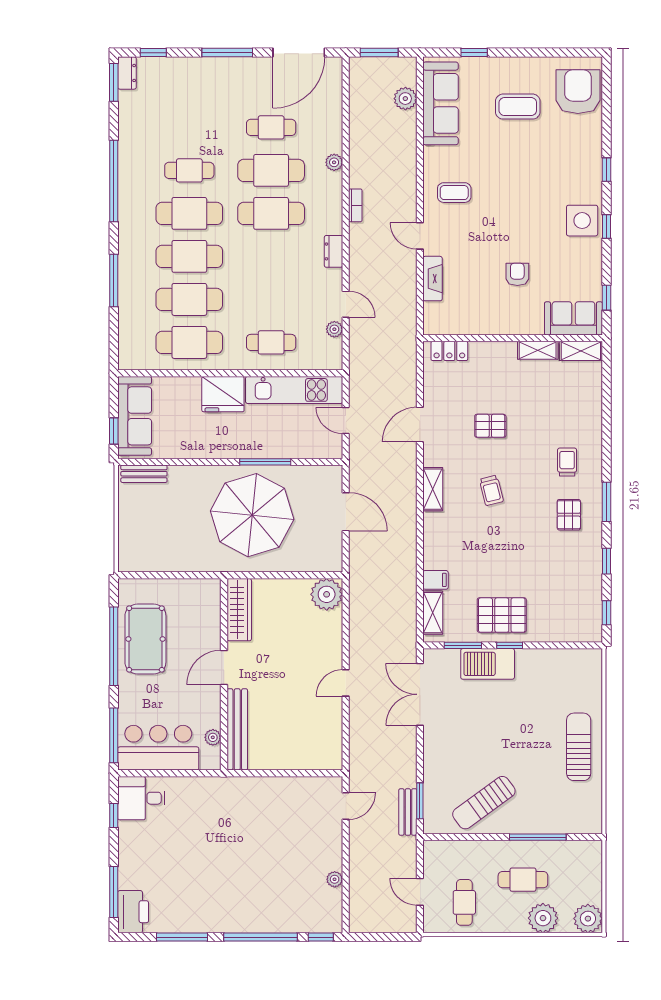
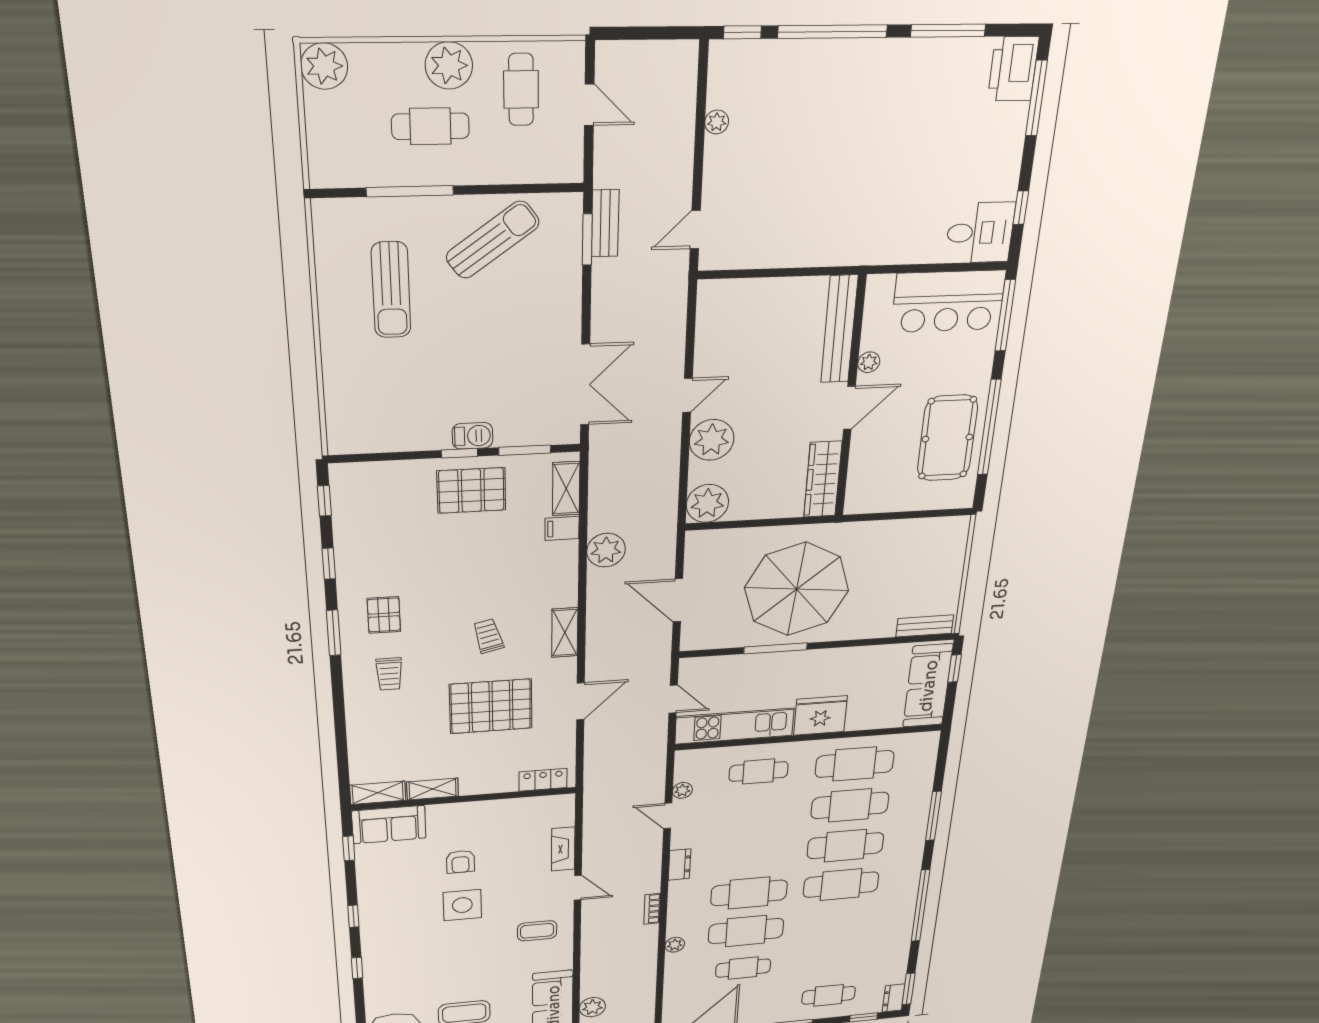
cafe table: (189, 170) -> (829, 995), moved
side table: (582, 221) -> (462, 905), moved
pallet: (490, 426) -> (491, 706), width x2.05, depth x2.00
plant: (402, 559) -> (606, 550), added
plant: (326, 647) -> (712, 440), added
barbecue: (488, 664) -> (472, 436), width x0.53, depth x0.65
plant: (213, 737) -> (869, 362), moved
sun lounger: (579, 747) -> (391, 290), moved
plant: (543, 918) -> (449, 65), moved

